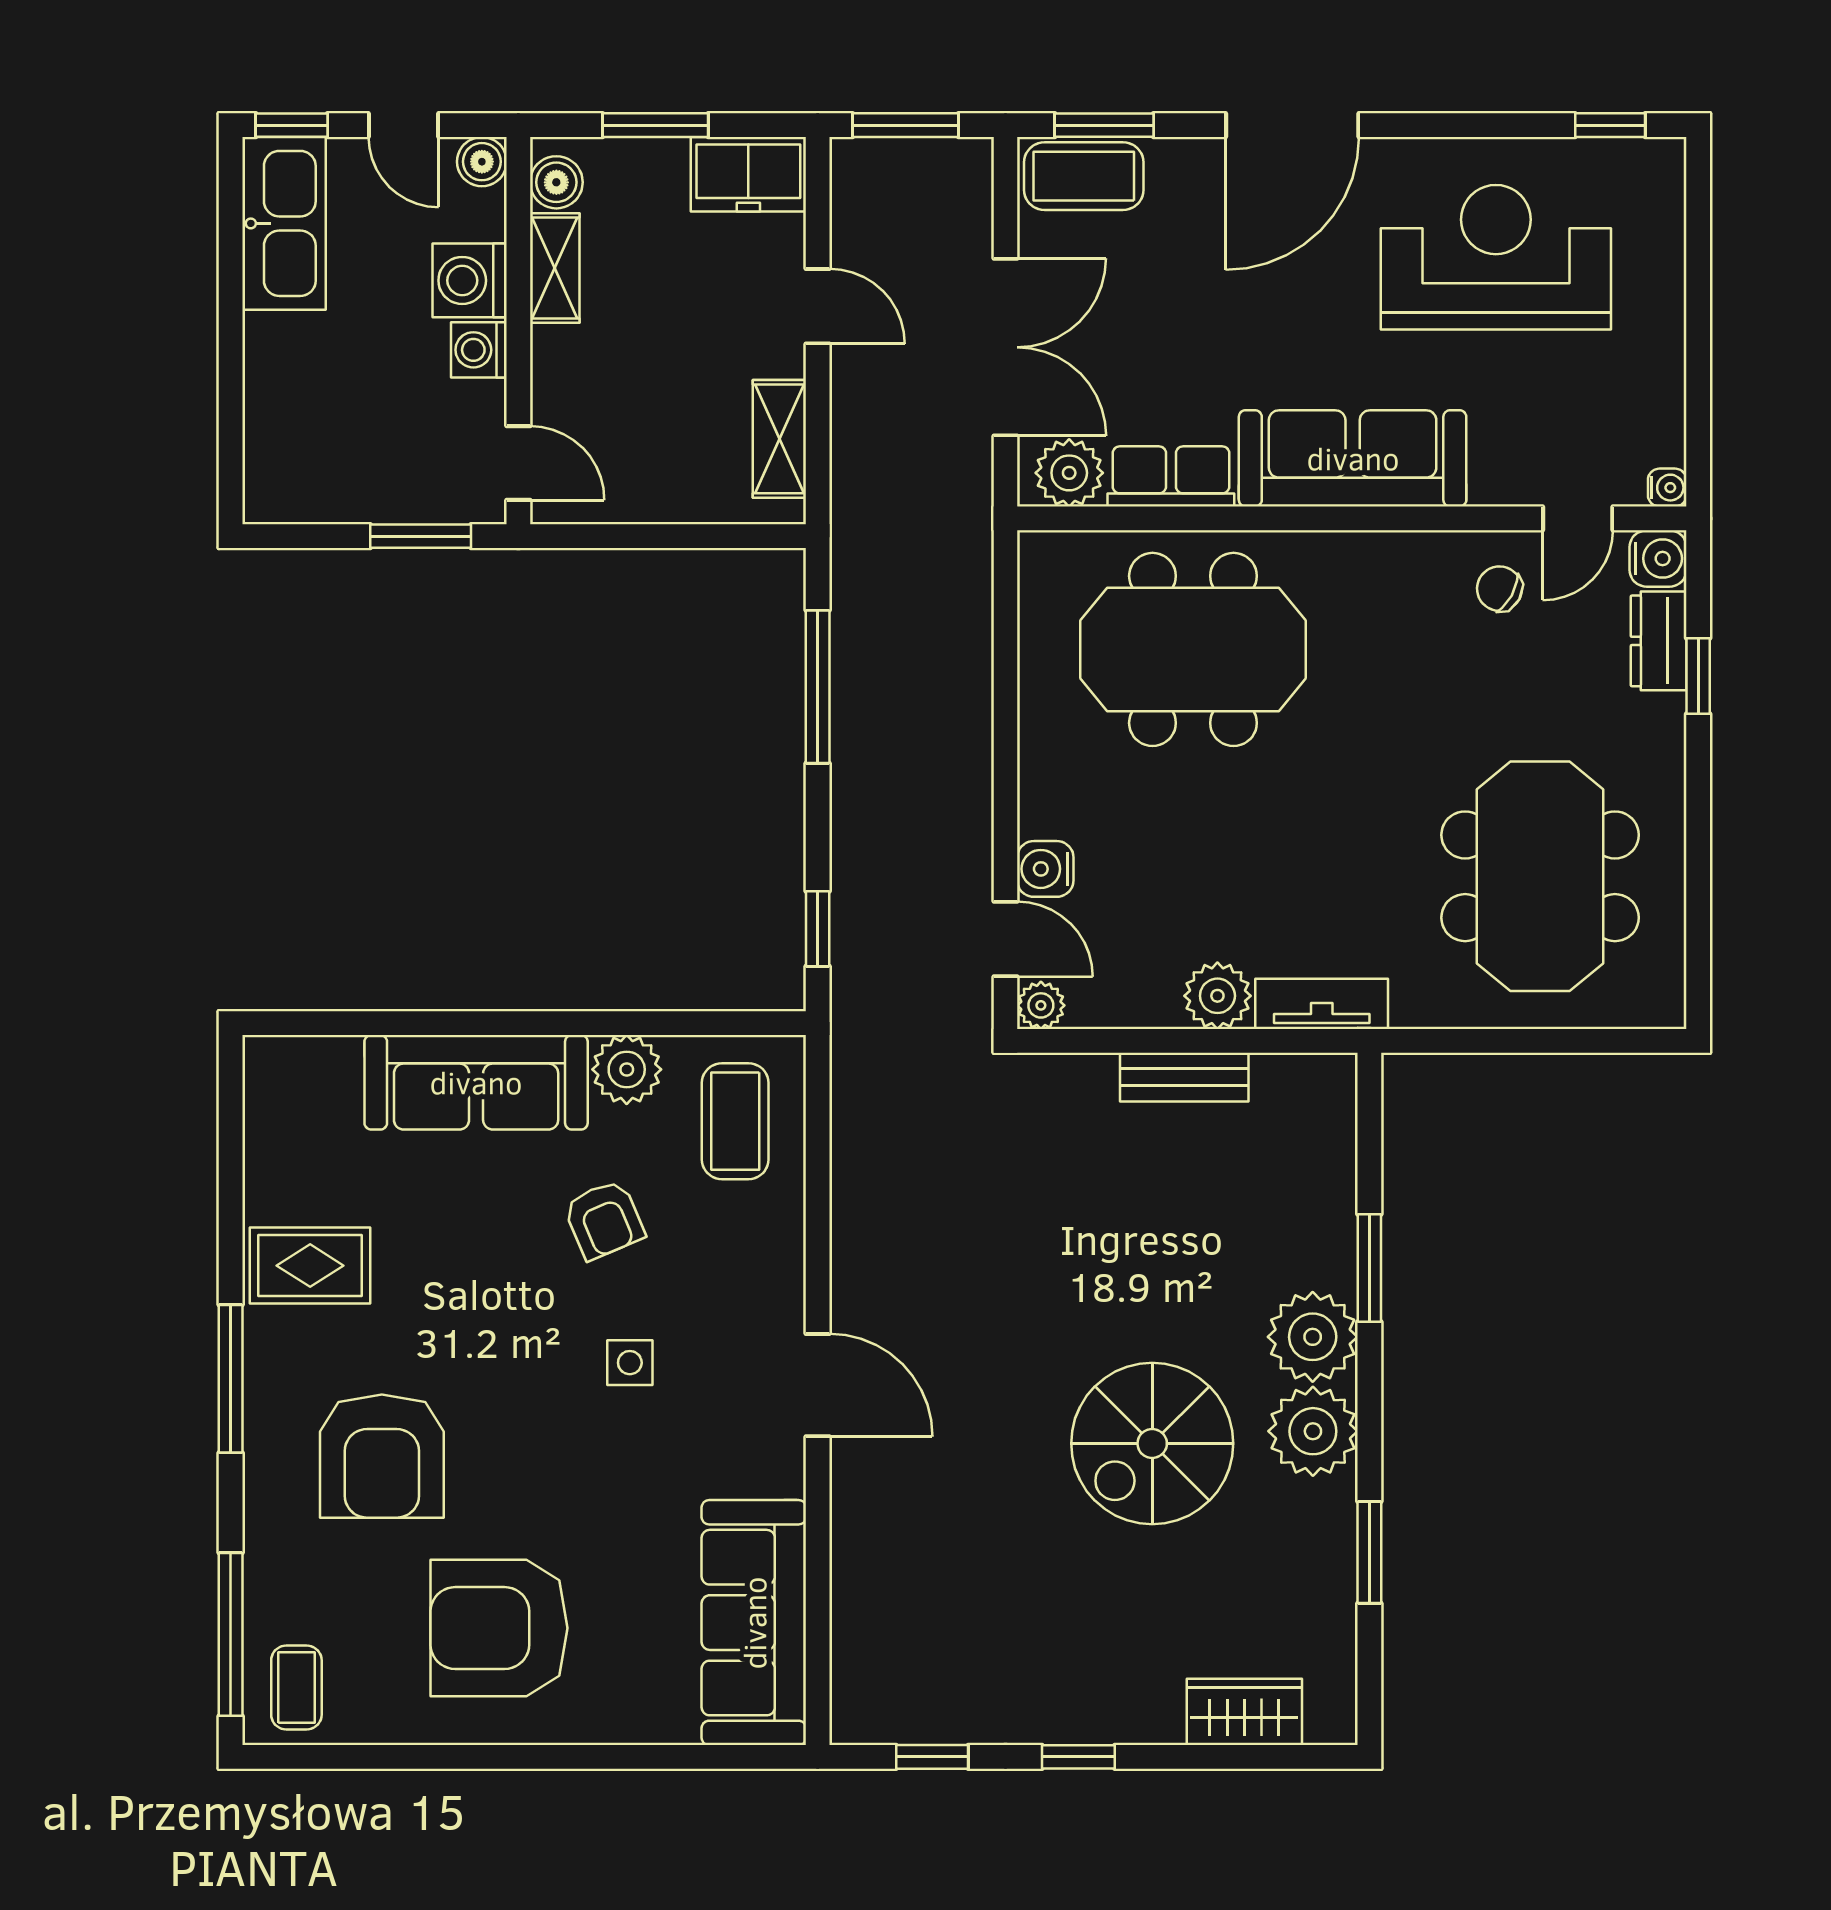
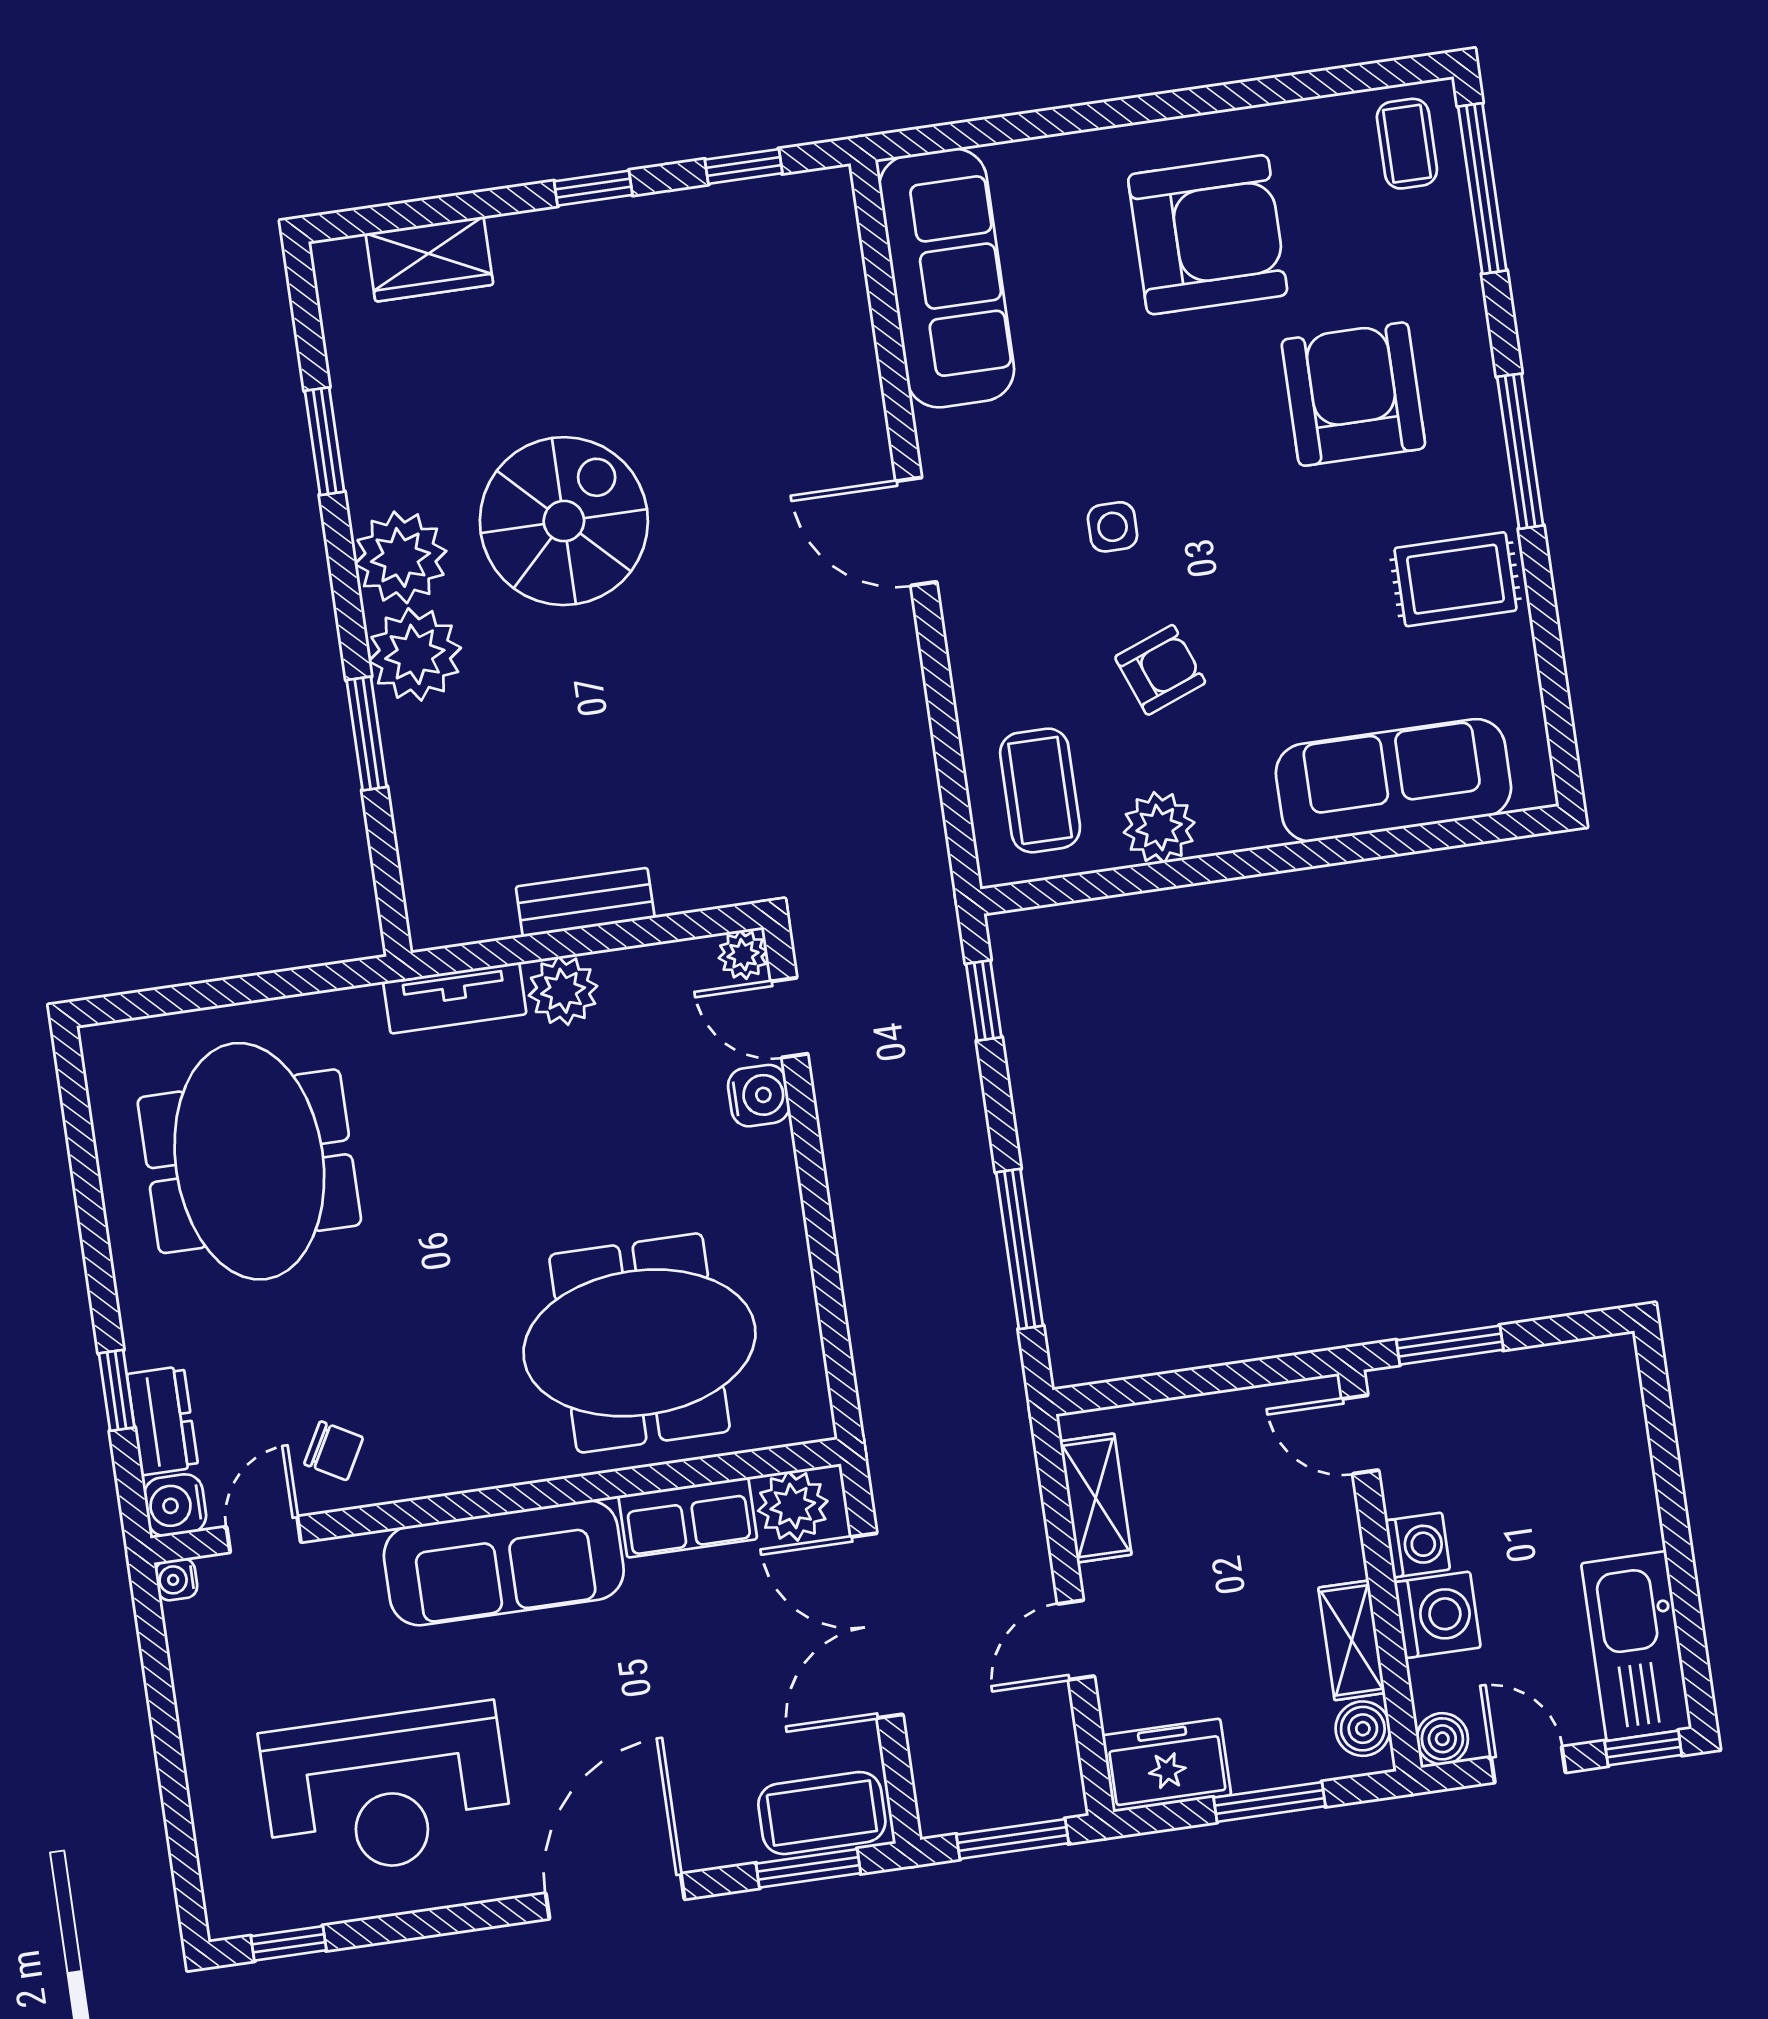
door: (818, 306) -> (1076, 1640), hinge flipped
sofa: (476, 1082) -> (1393, 780), moved
armchair: (604, 1220) -> (1160, 670), turned 92

